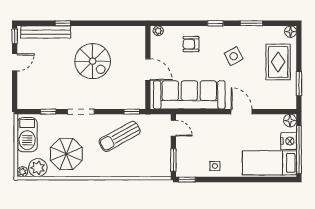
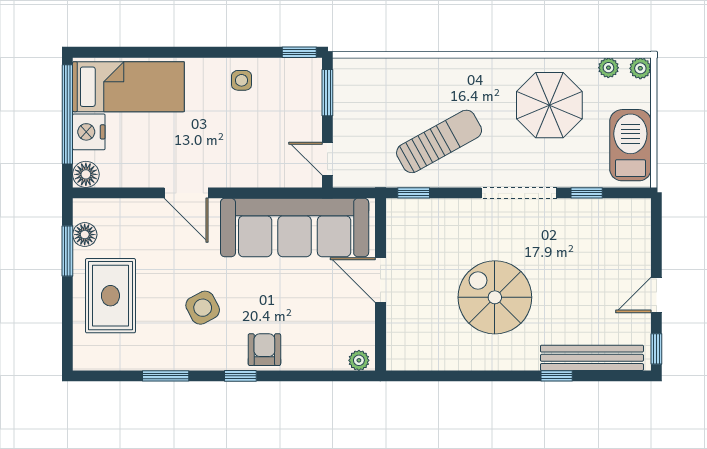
floor lamp: (291, 32) -> (85, 235), moved
armchair: (191, 44) -> (264, 350), moved, turned -90
doorway: (81, 112) -> (519, 193), width x1.36
plant: (38, 168) -> (608, 68), width x0.53, depth x0.53

